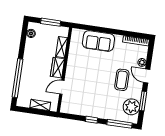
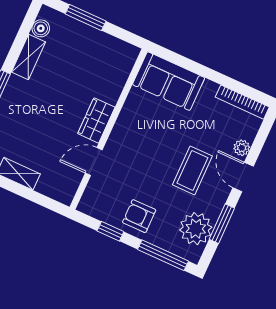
shelving: (62, 47) -> (29, 57), moved
wardrobe: (58, 68) -> (96, 120), moved
wall: (64, 70) -> (108, 129), moved
door: (62, 87) -> (94, 162), moved
armchair: (103, 109) -> (139, 216), added

